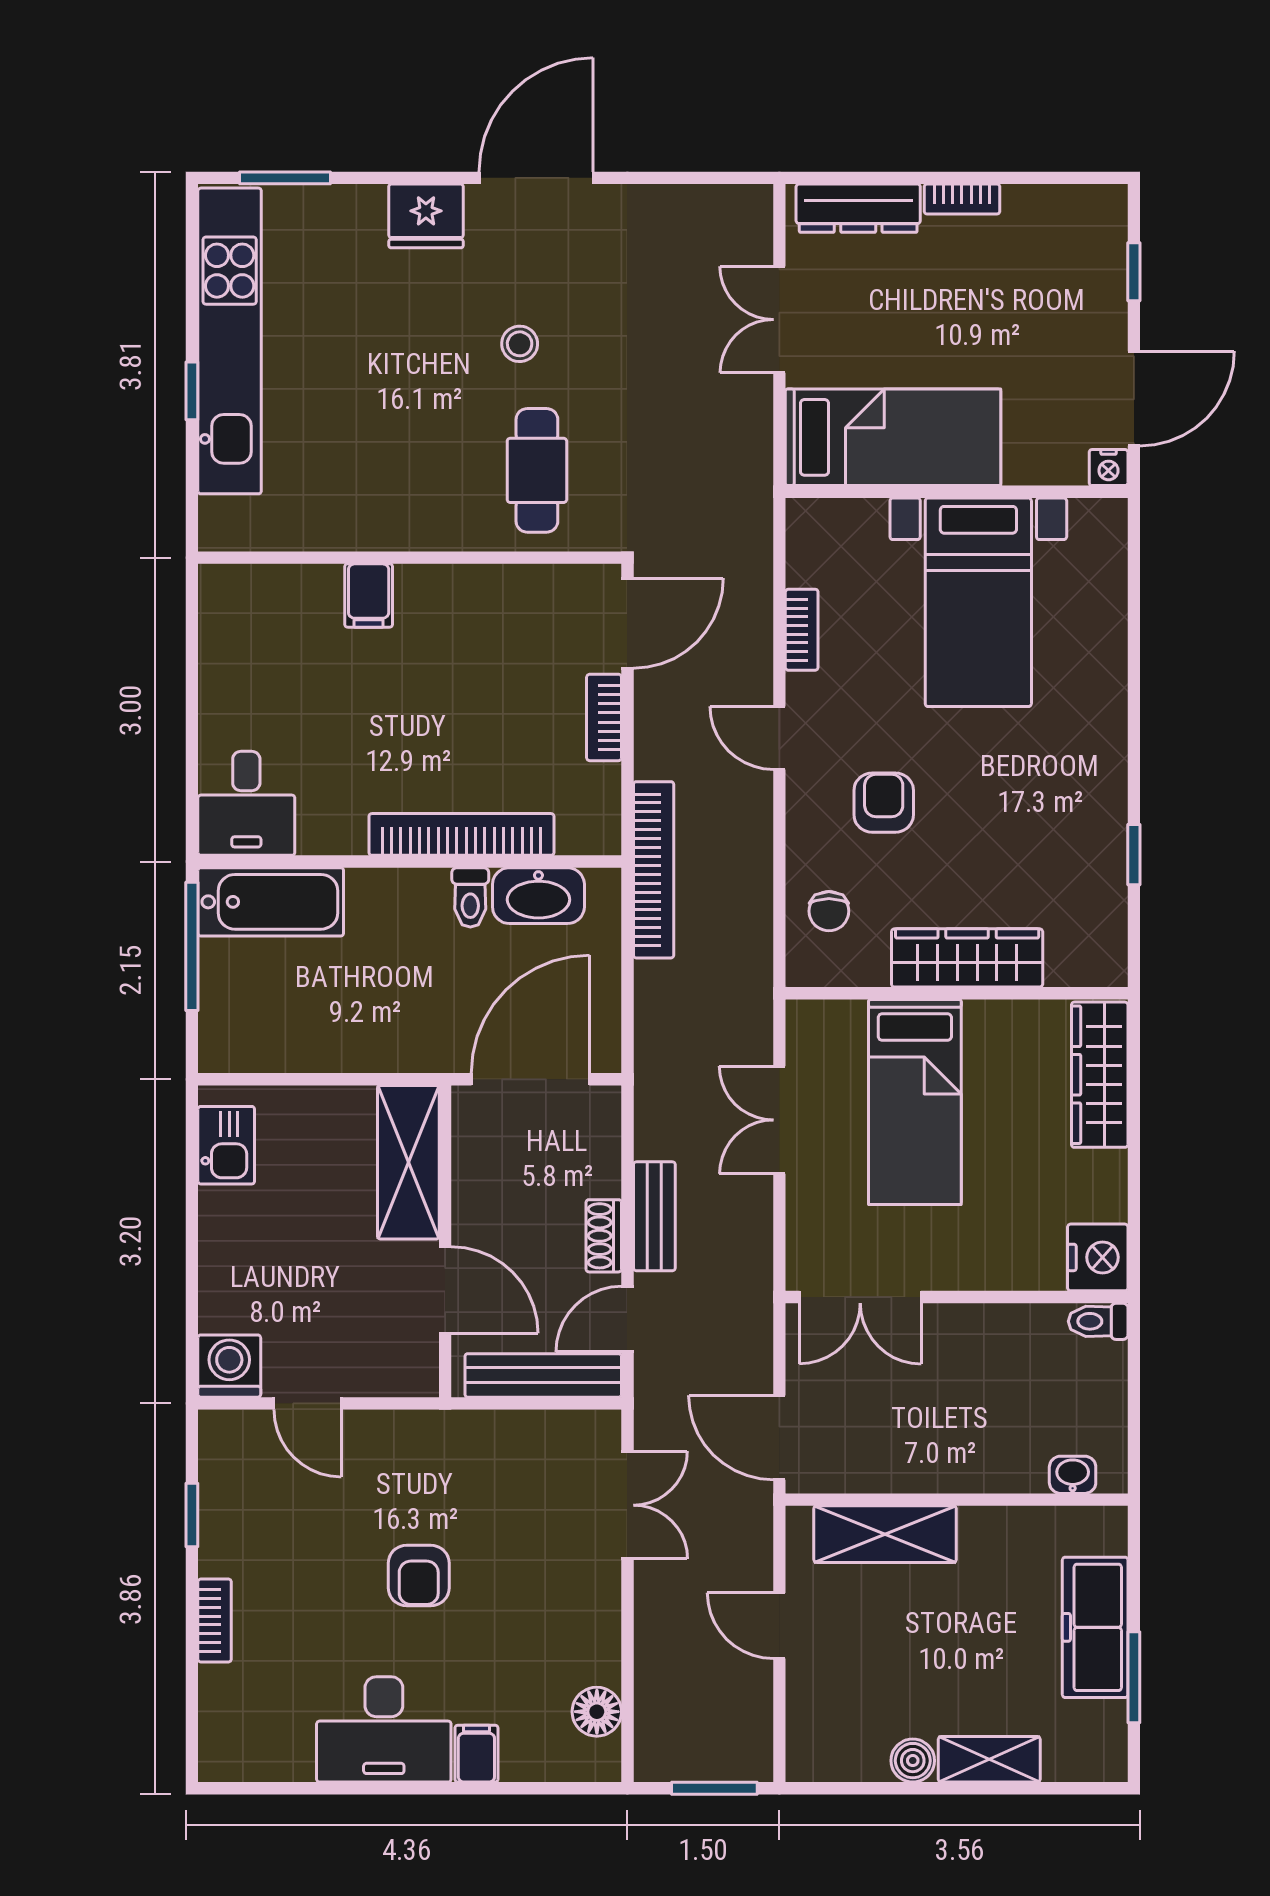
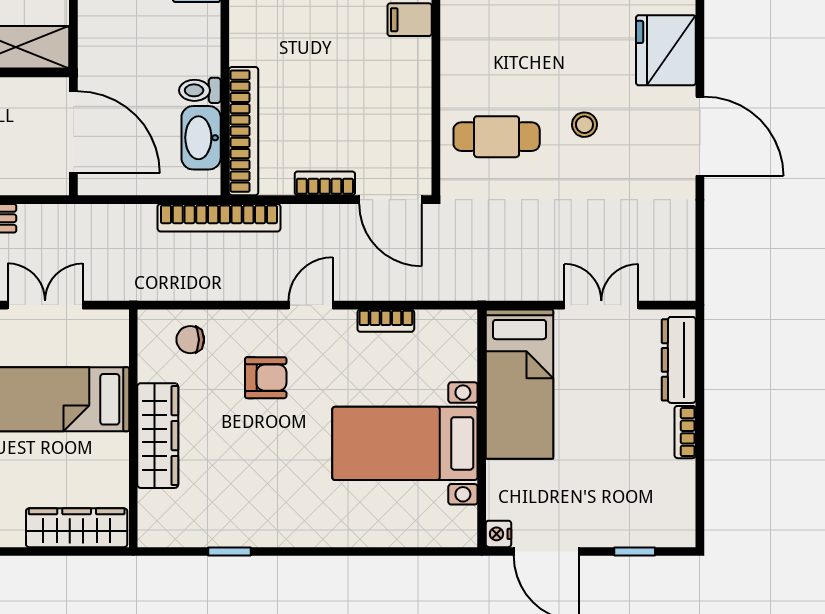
fridge: (426, 216) -> (666, 50), width x1.36, depth x1.34
bookcase: (461, 834) -> (244, 131), moved

